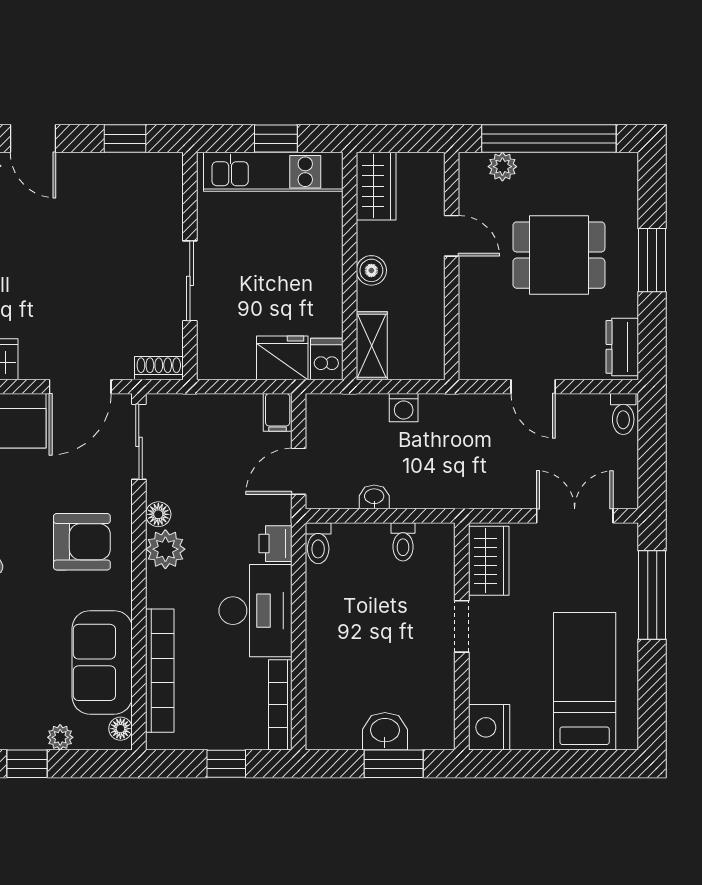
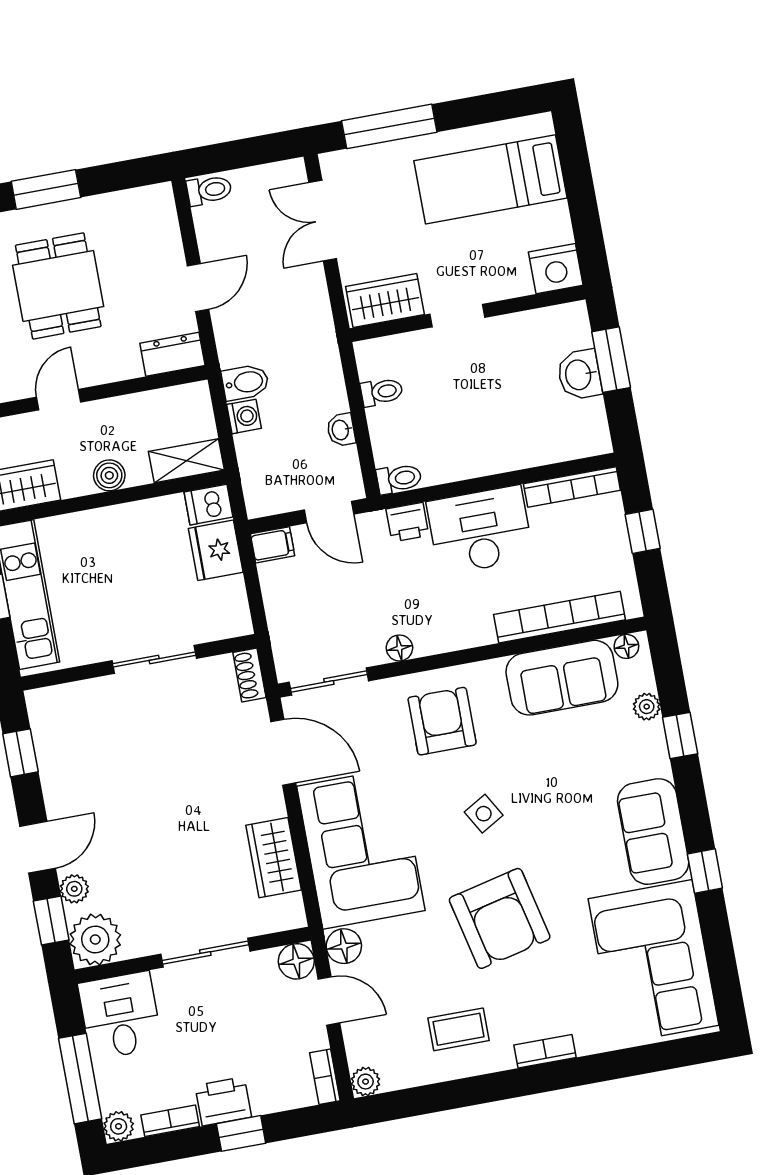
dresser: (622, 347) -> (172, 354), moved, turned 180
bidet: (436, 415) -> (245, 382), added
plant: (165, 549) -> (434, 634), removed

